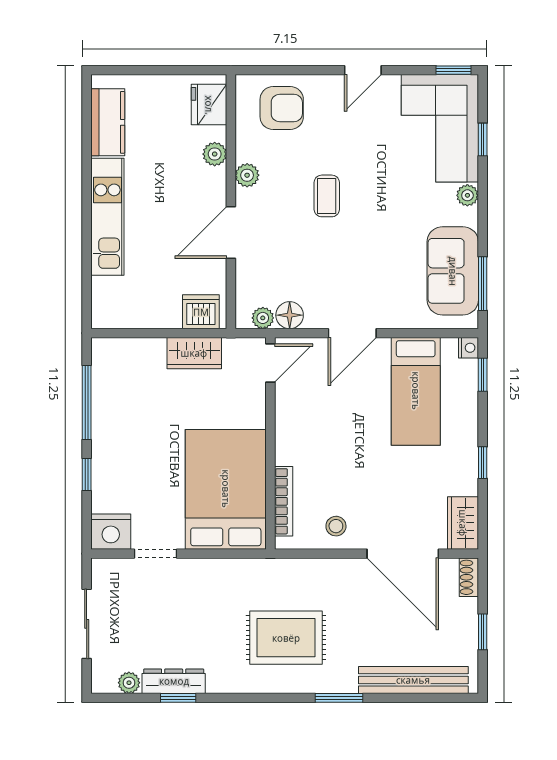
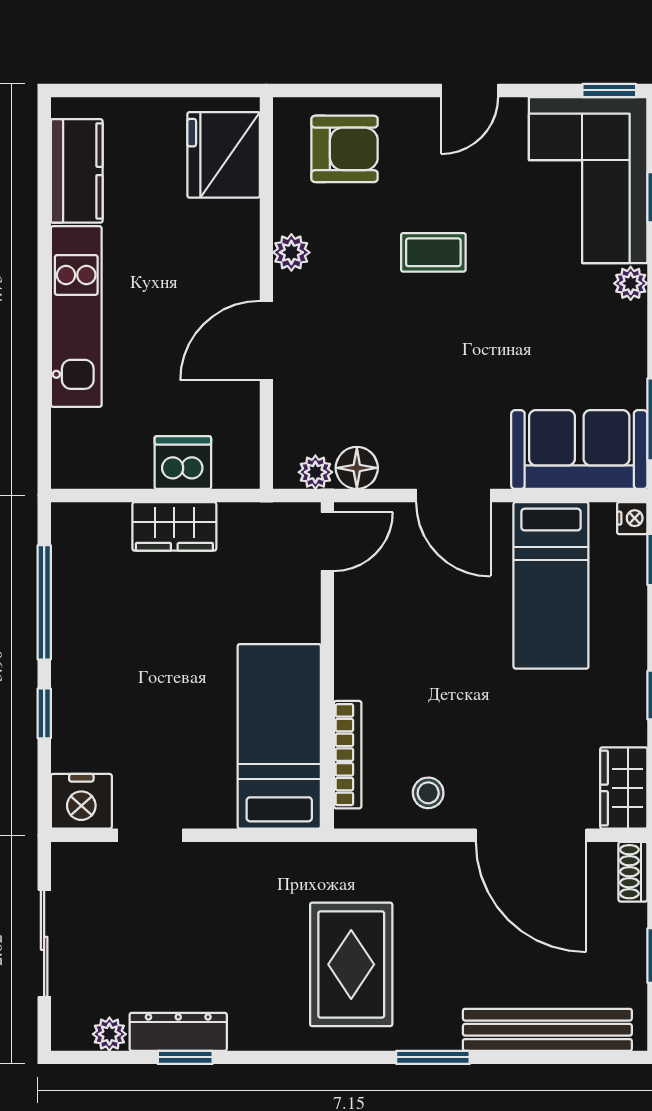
fridge: (209, 105) -> (224, 155), width x1.36, depth x1.34
plant: (215, 154) -> (241, 220), removed
coffee table: (327, 196) -> (433, 252), moved, turned 90
sofa: (453, 271) -> (579, 450), moved, turned 90
dishwasher: (201, 312) -> (183, 463), moved
door: (352, 333) -> (453, 496), hinge flipped
wardrobe: (194, 353) -> (174, 526), moved
bed: (226, 489) -> (279, 736), width x0.67
rug: (286, 638) -> (351, 964), turned 90

